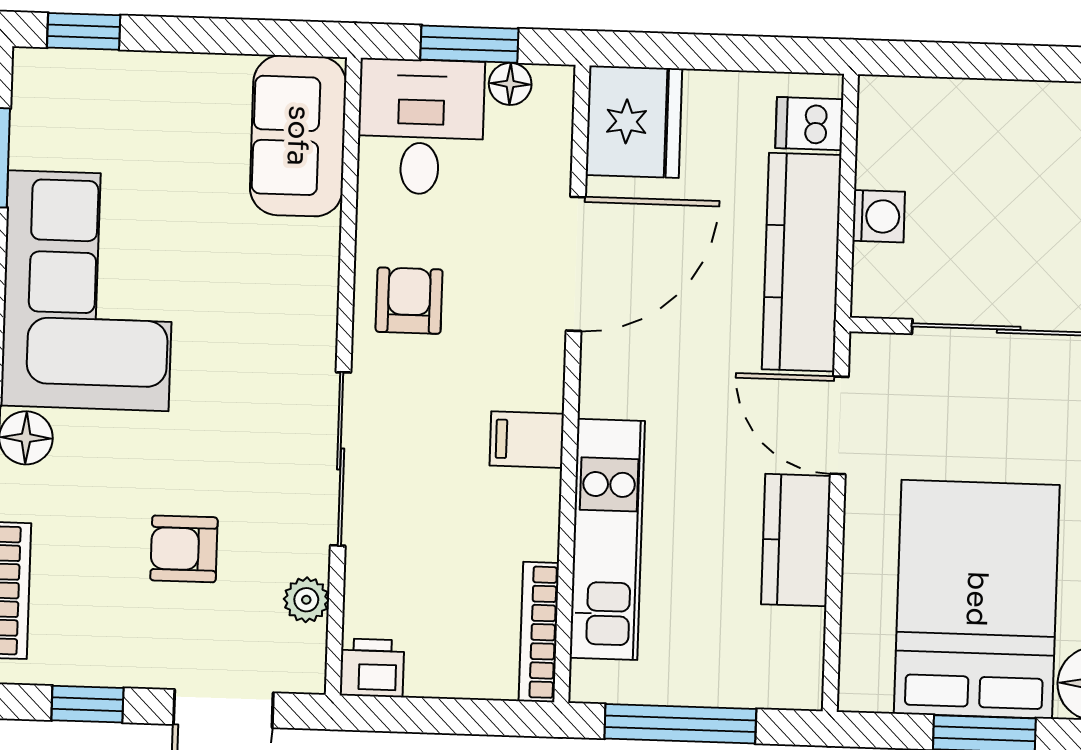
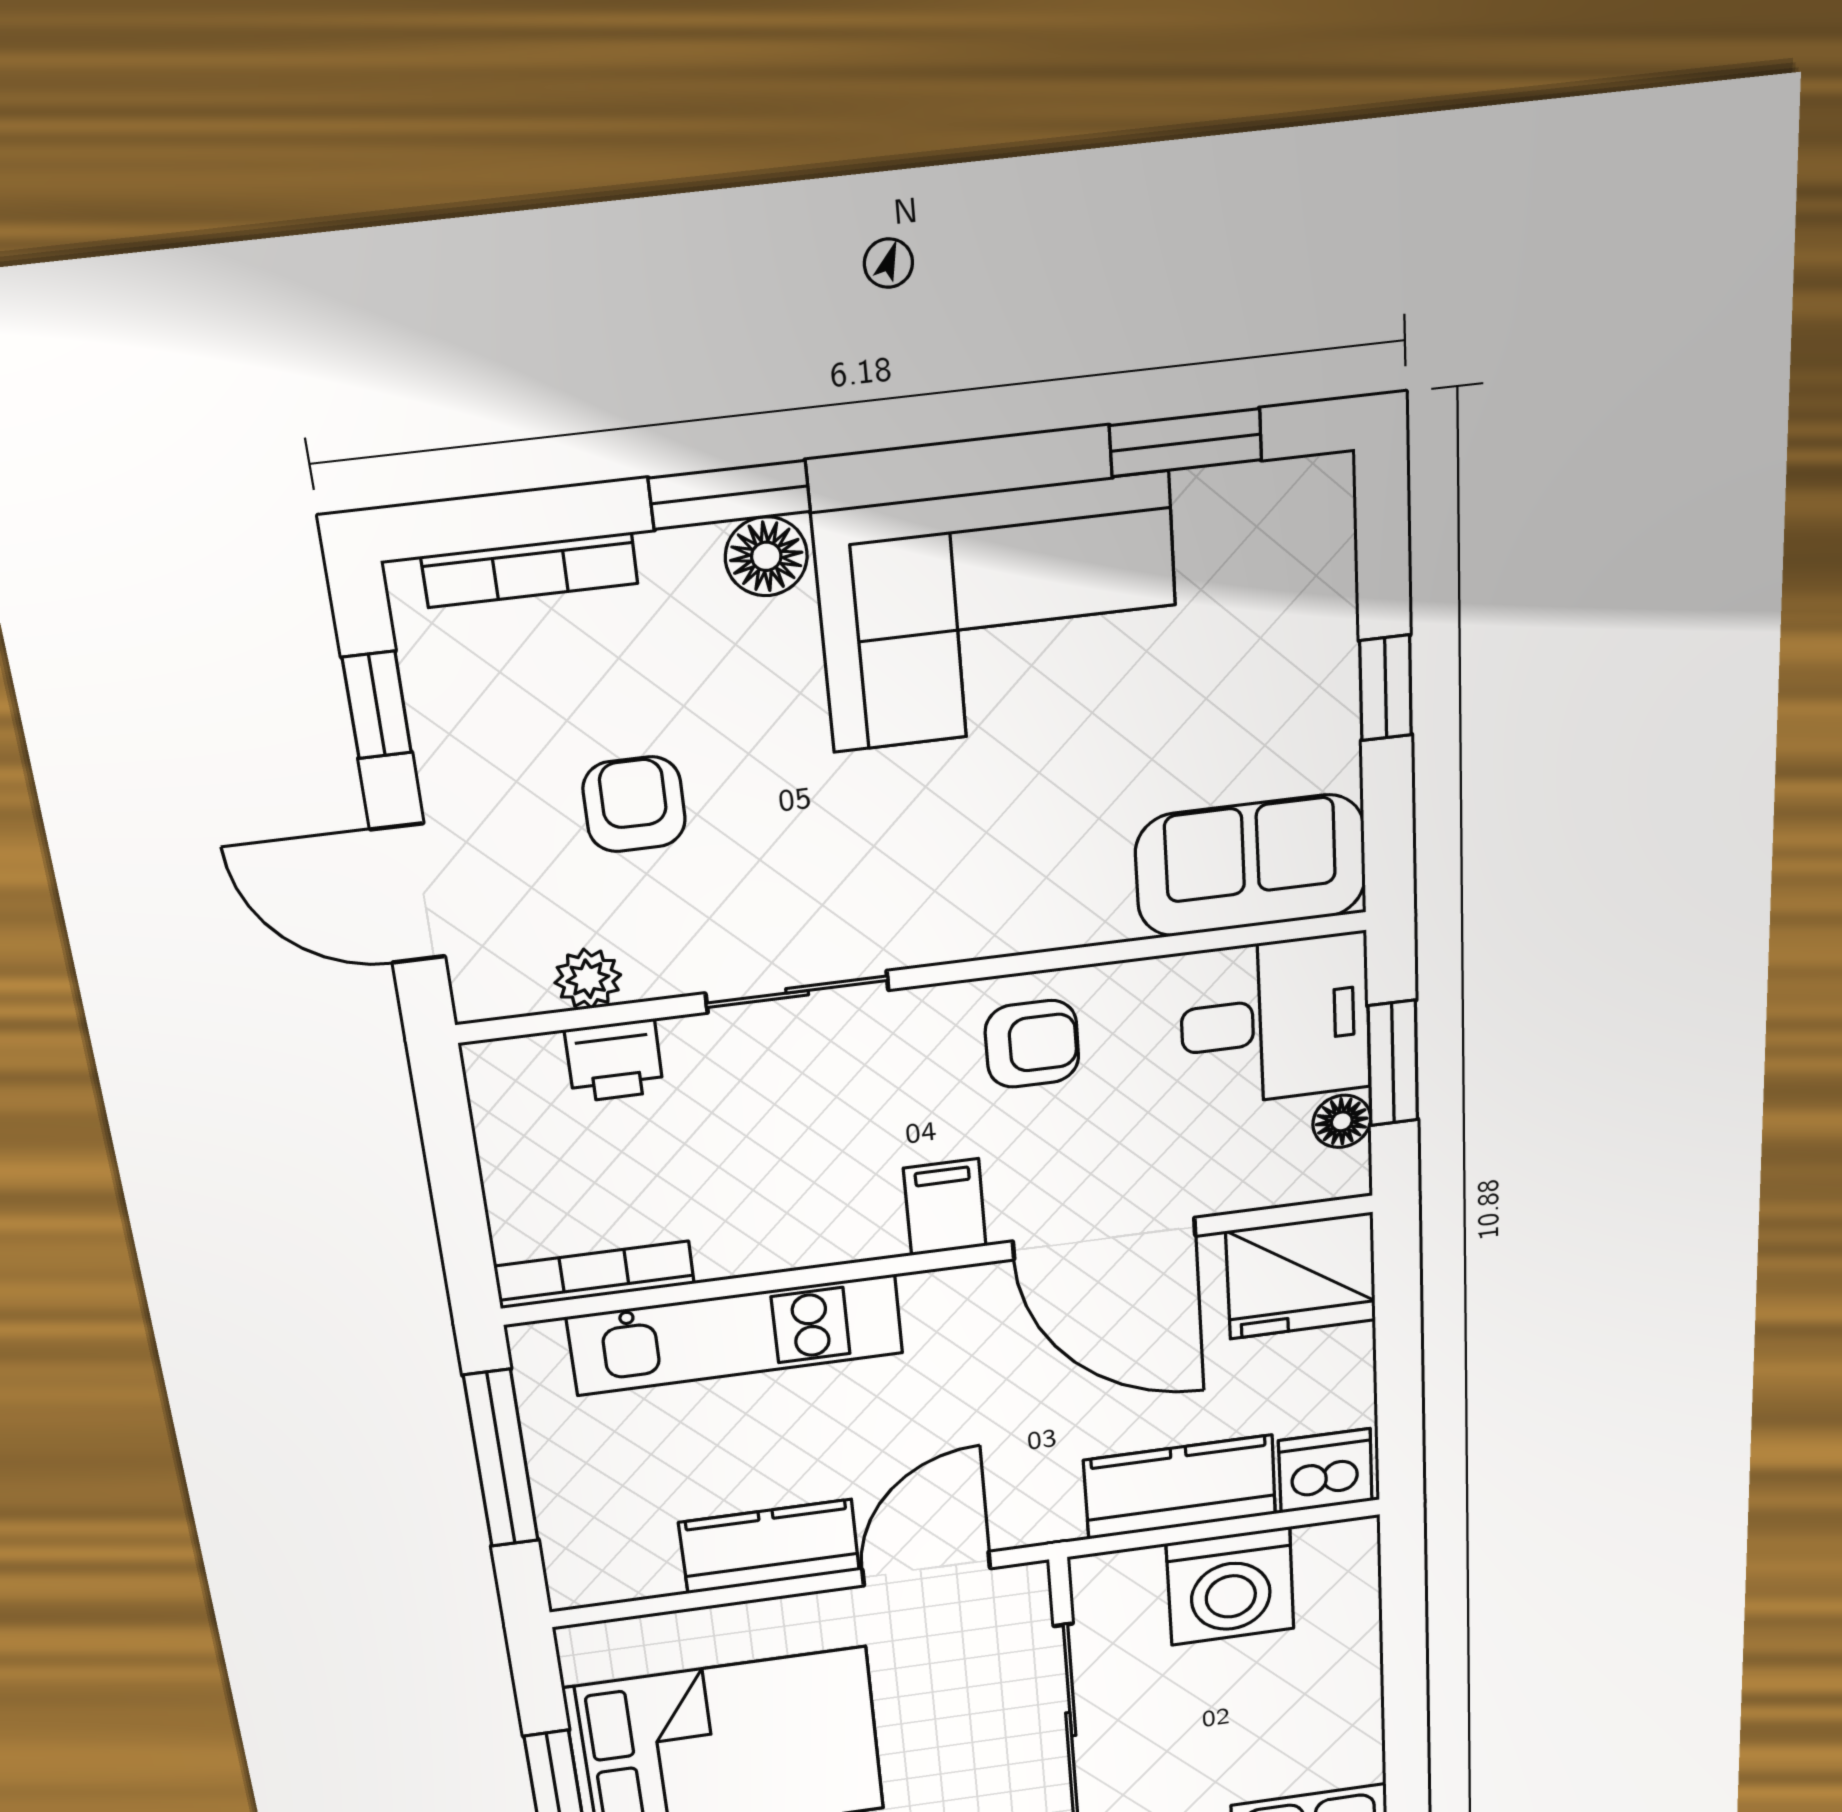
window: (84, 31) -> (1386, 688), moved
dishwasher: (809, 124) -> (1325, 1471), width x1.38
washing machine: (879, 216) -> (1230, 1586), width x1.89, depth x1.89
kitchen counter: (802, 262) -> (1180, 1487), width x0.67
filing cabinet: (527, 440) -> (945, 1207), moved
sliding door: (341, 459) -> (797, 992), width x0.73
printer: (372, 668) -> (614, 1061), moved, turned 90

